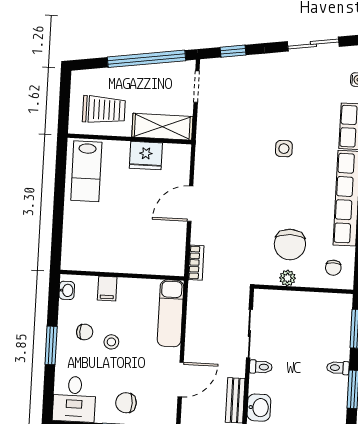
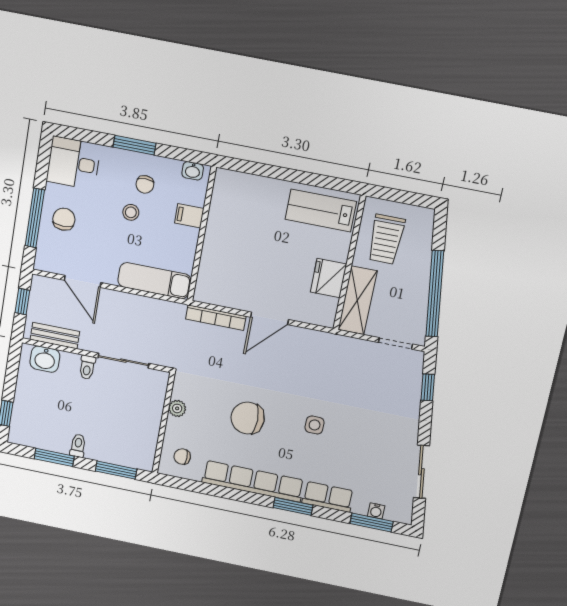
door: (190, 204) -> (270, 318), swing flipped
chair: (290, 244) -> (248, 418), moved
bookcase: (196, 263) -> (216, 318), width x1.56

